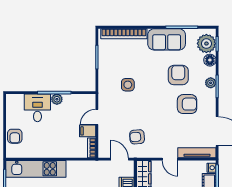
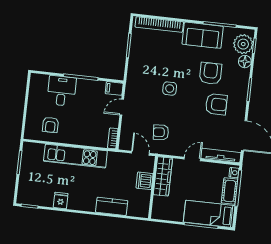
plant: (211, 83) -> (243, 85), removed
side table: (128, 85) -> (170, 89), moved
plant: (57, 99) -> (83, 84), removed
filing cabinet: (88, 131) -> (114, 88), moved
armchair: (15, 136) -> (50, 125), moved
door: (170, 159) -> (192, 159), swing flipped
kitchen unit: (36, 169) -> (75, 156), moved

